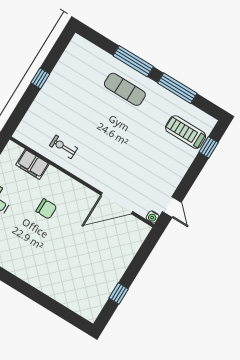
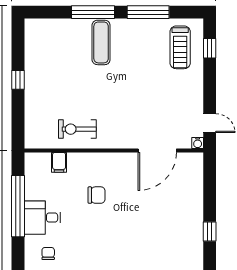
exercise mat: (125, 89) -> (101, 42), turned 90
treadmill: (186, 132) -> (180, 47), turned -90
exercise bike: (63, 147) -> (77, 129), width x1.38, depth x1.39
filing cabinet: (32, 164) -> (59, 162), width x0.50

